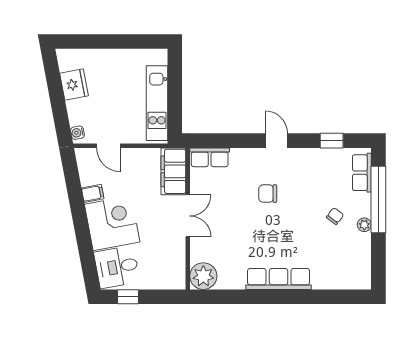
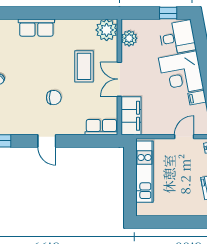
door: (109, 146) -> (184, 137), hinge flipped
coffee table: (231, 232) -> (84, 66), added
plant: (176, 266) -> (129, 38), added
row of seats: (279, 279) -> (36, 28), width x0.68

